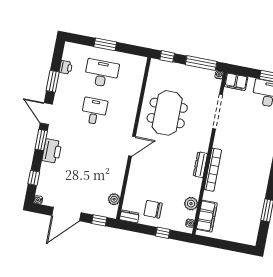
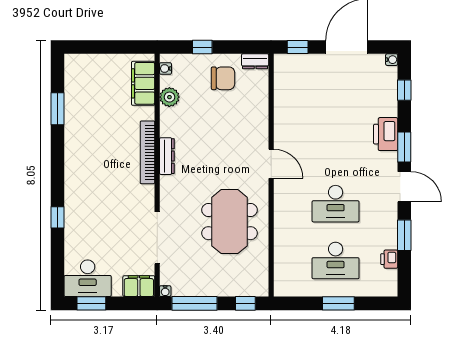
desk: (94, 111) -> (336, 204), width x1.37
door: (132, 146) -> (271, 164), swing flipped
plant: (114, 199) -> (282, 82), removed

